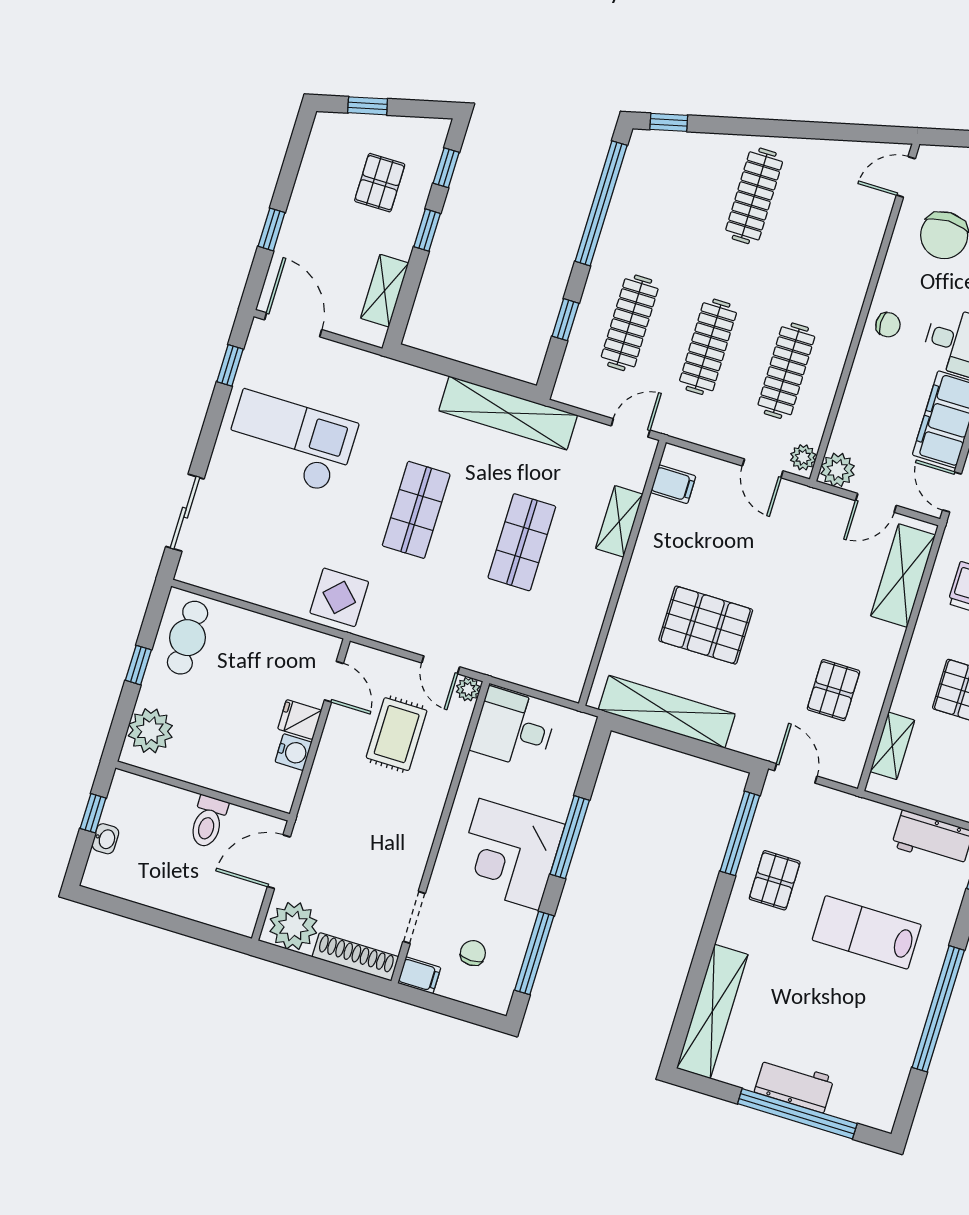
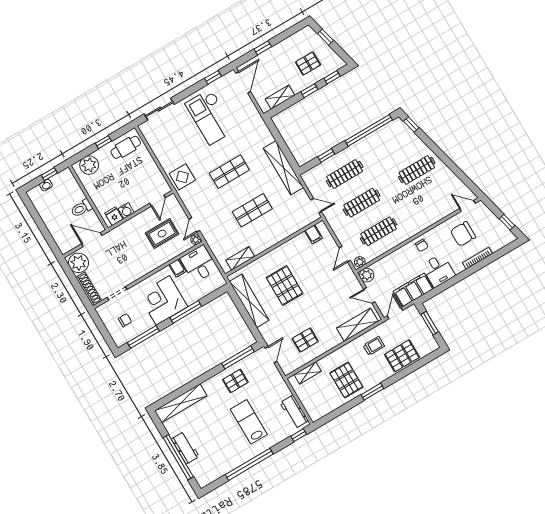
checkout: (290, 442) -> (210, 117), turned 180
shelving: (619, 521) -> (240, 258), moved
fridge: (300, 720) -> (114, 216), moved
filing cabinet: (419, 975) -> (177, 268), moved

